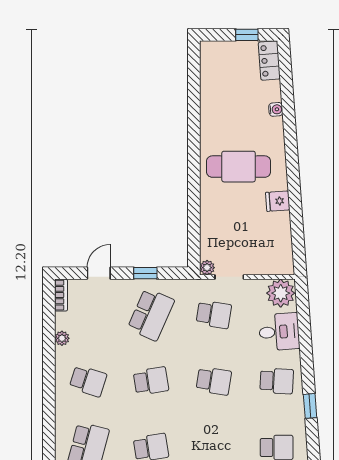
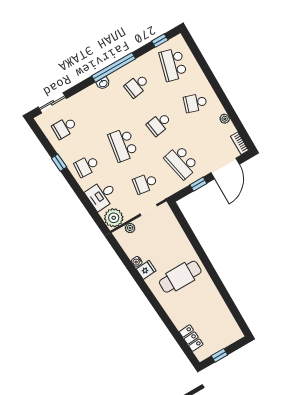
locker: (269, 61) -> (191, 338), moved
water cooler: (276, 109) -> (137, 262), moved
plant: (207, 268) -> (130, 228), moved
door: (99, 273) -> (225, 169), width x1.88
school desk: (151, 314) -> (181, 162), turned -36
school desk: (214, 381) -> (123, 145), width x1.85

